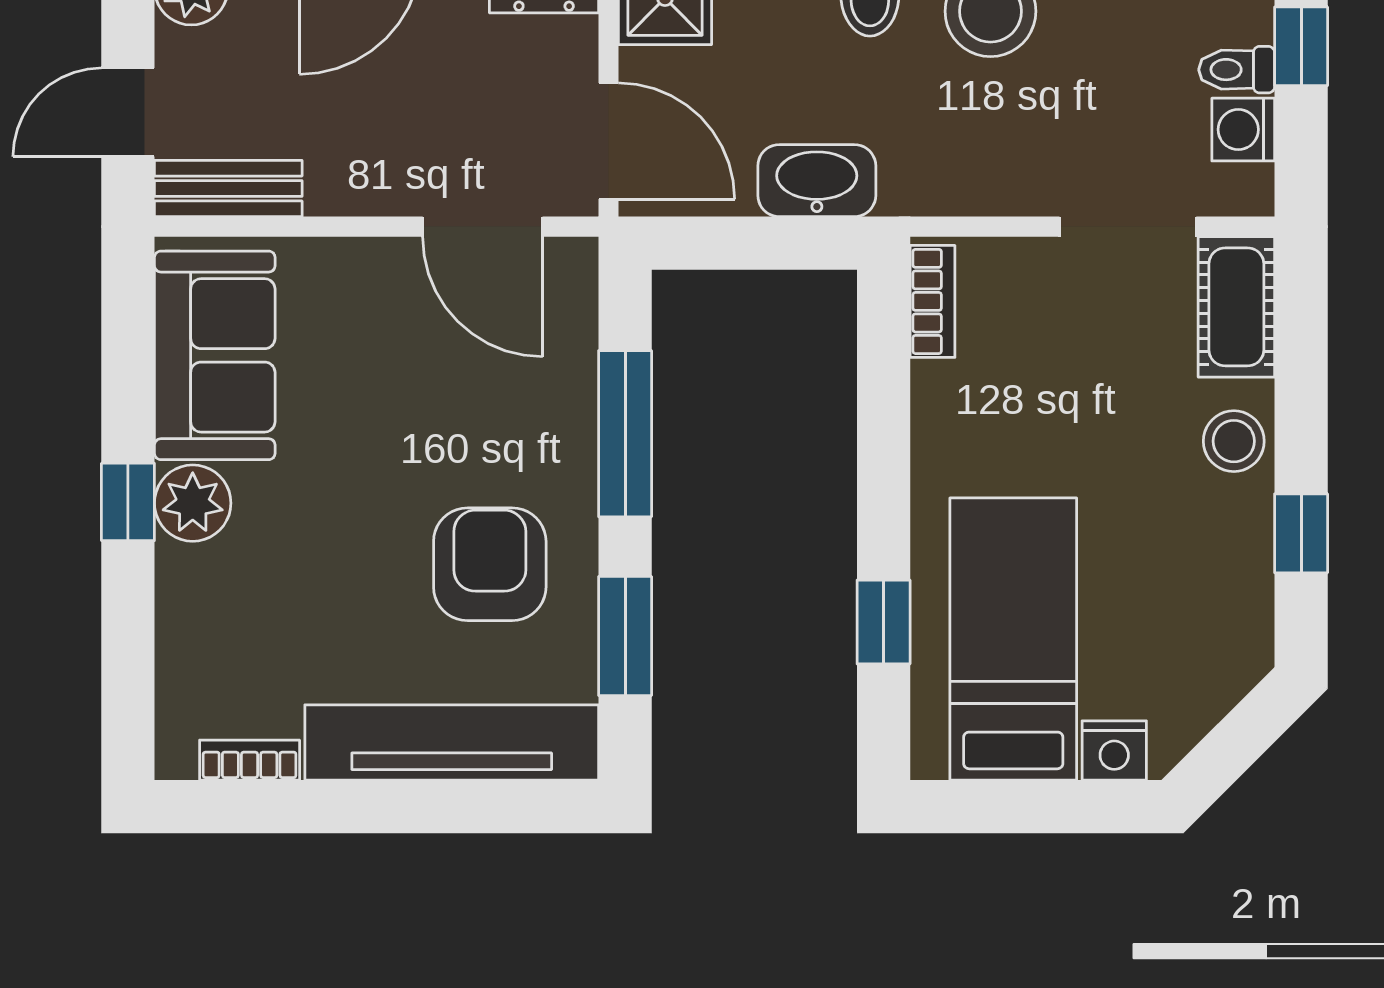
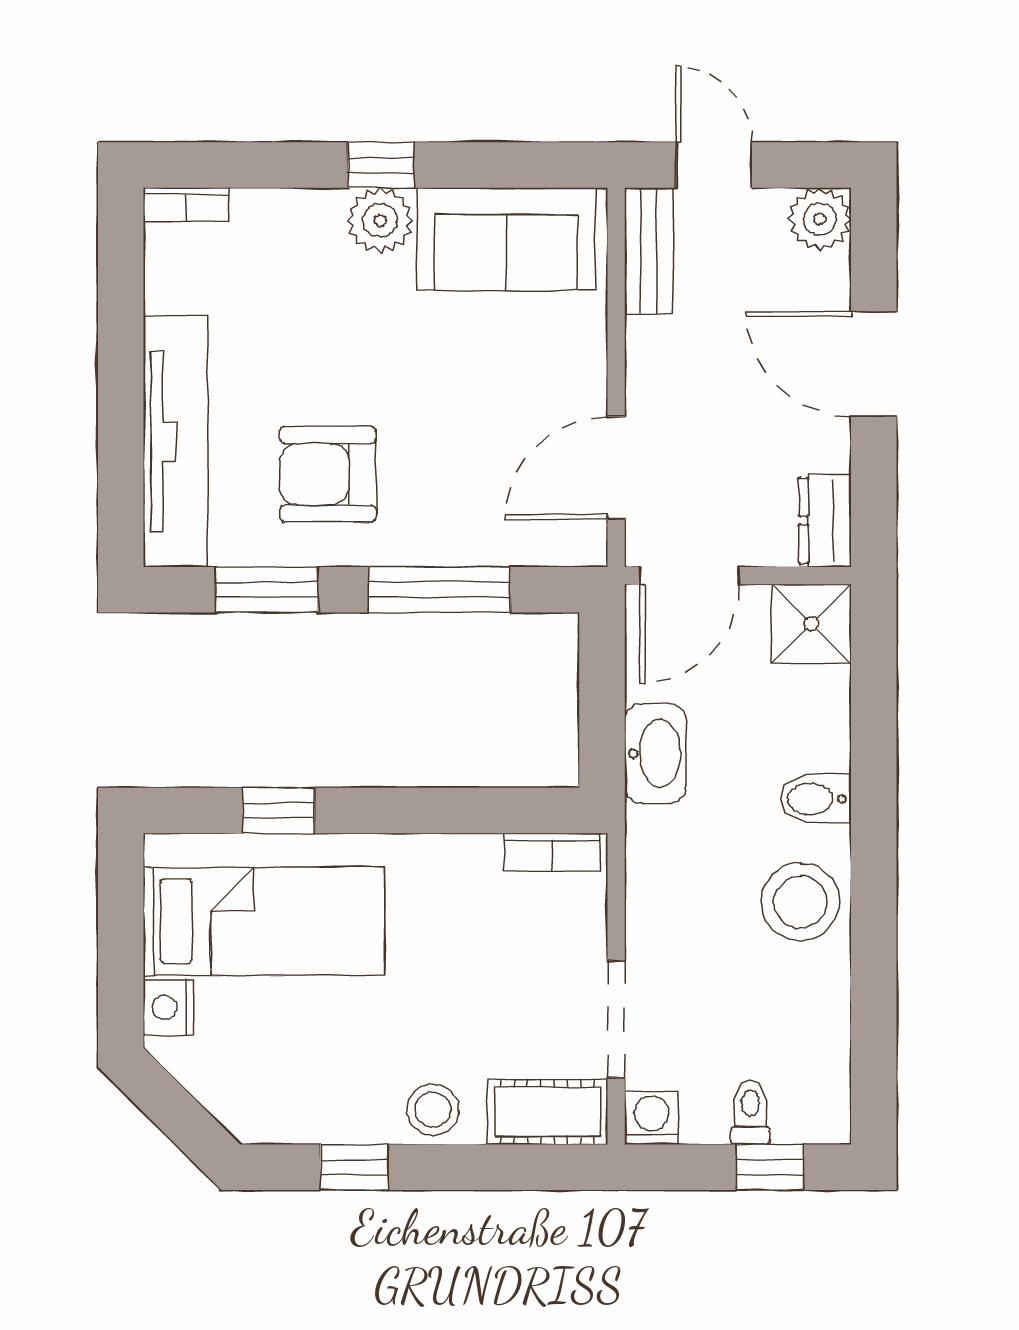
washing machine: (1243, 130) -> (651, 1118), moved
armchair: (490, 564) -> (328, 474), turned 180
bookcase: (250, 760) -> (186, 205), moved, turned 90

